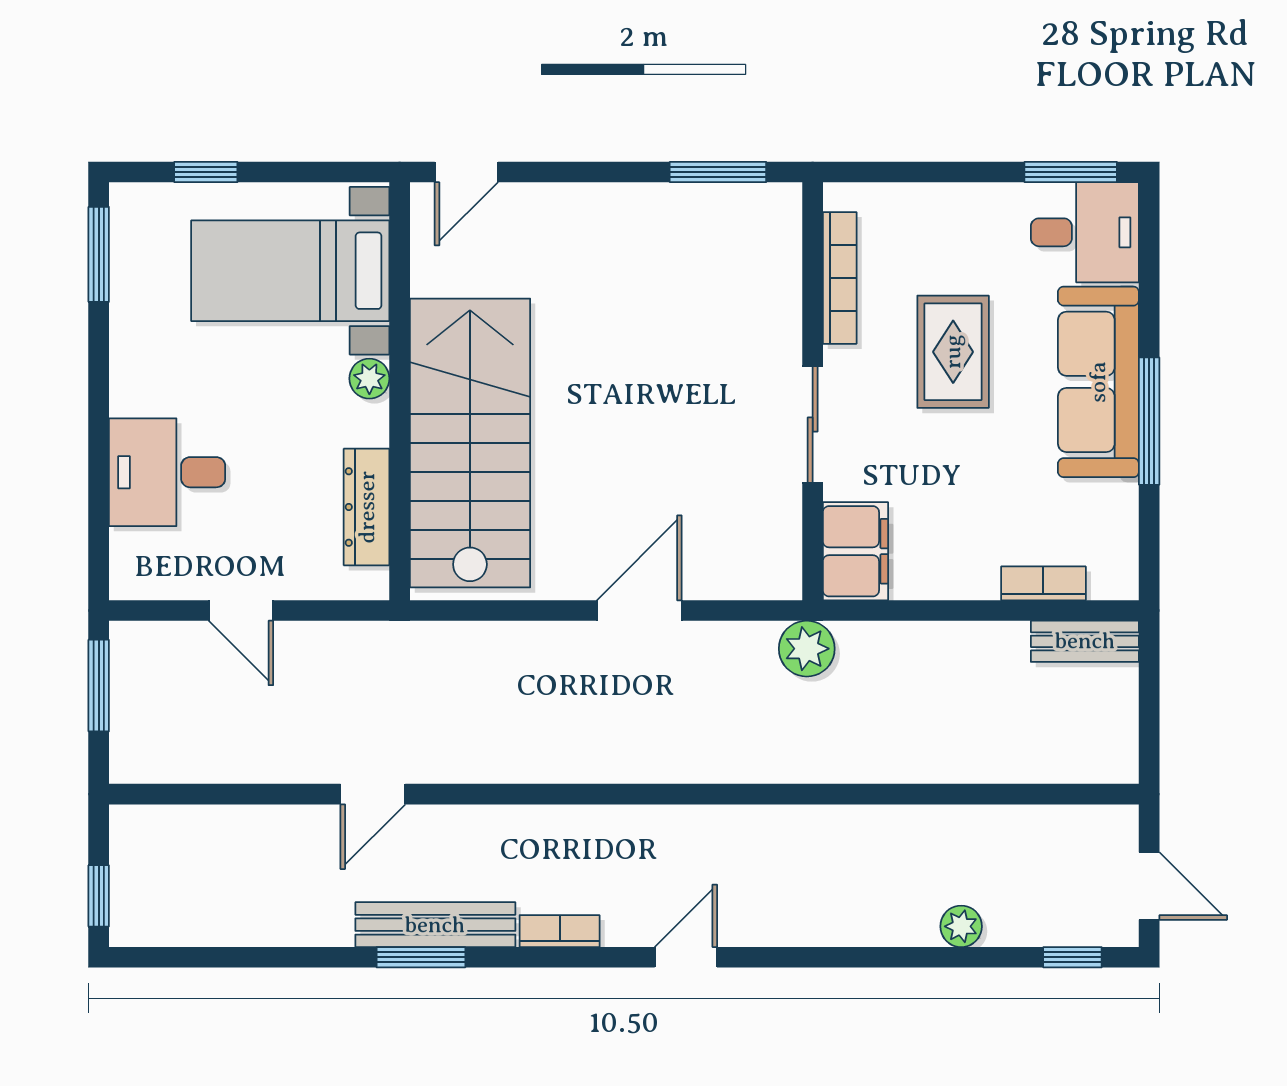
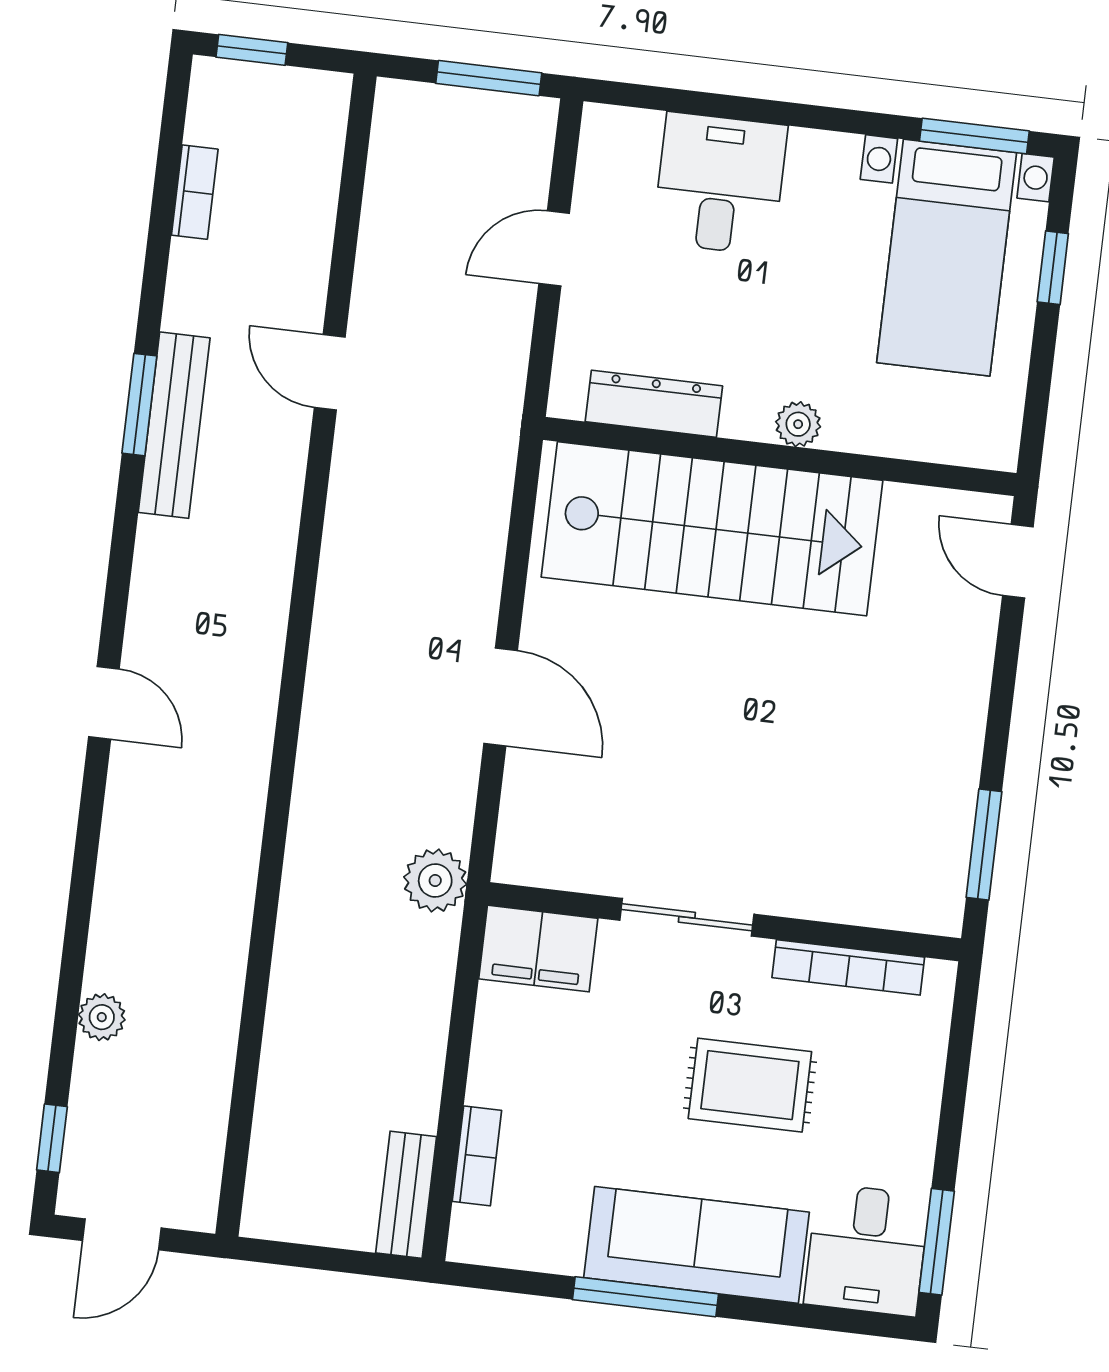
bed with nightstands: (290, 271) -> (947, 258), moved, turned 180
bookcase: (560, 931) -> (195, 192), moved

